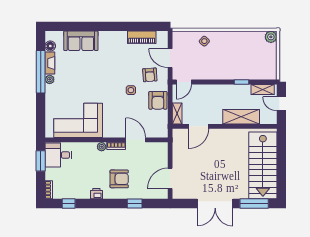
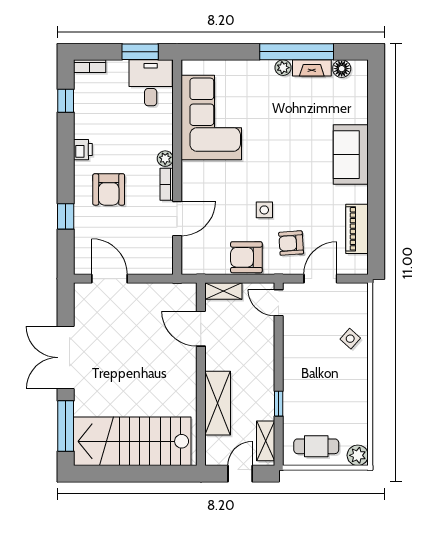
sofa: (81, 41) -> (351, 155), moved
cafe table: (266, 61) -> (316, 446), added

